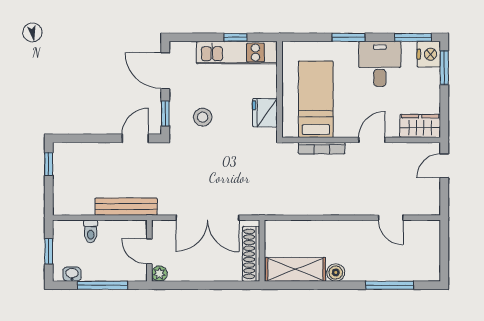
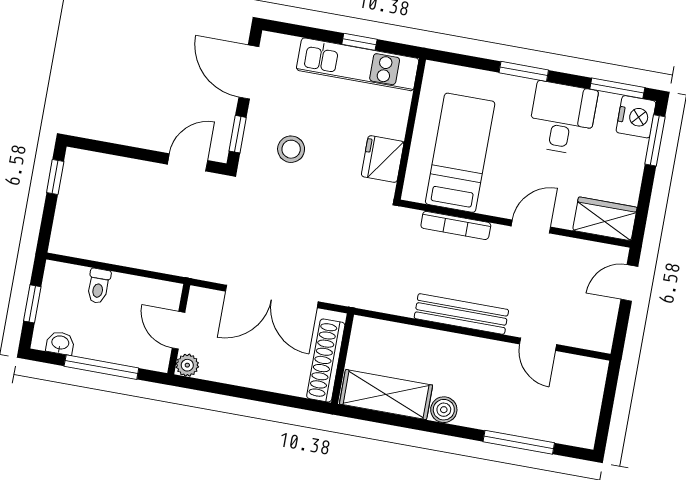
bench: (126, 207) -> (461, 314), moved

